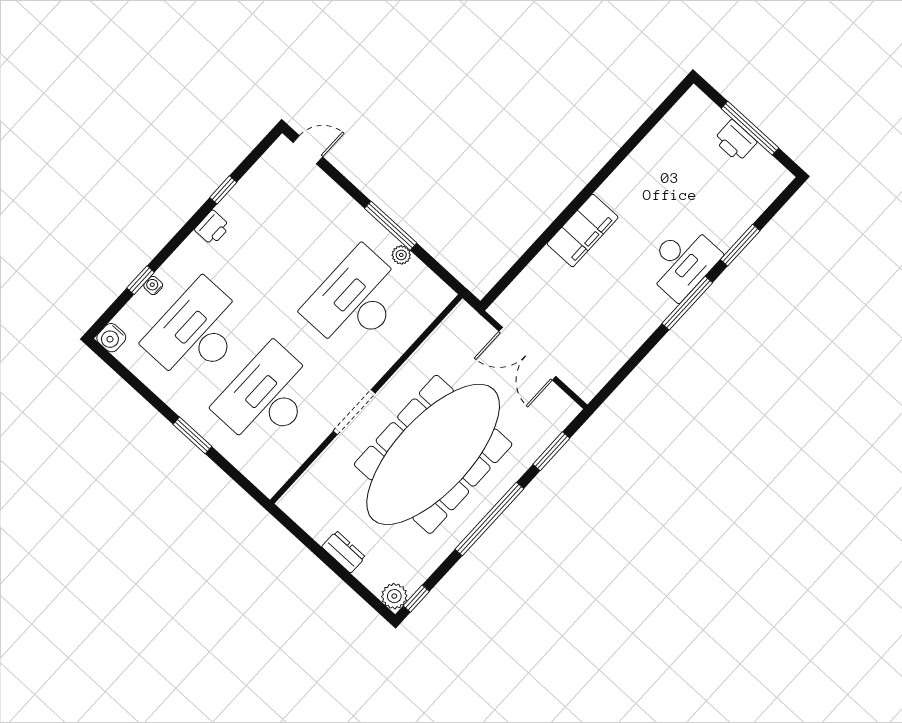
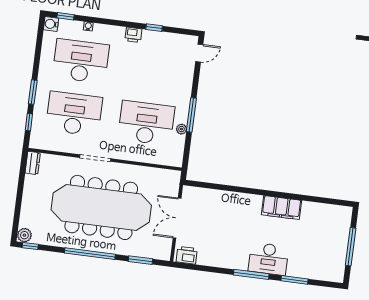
printer: (735, 141) -> (187, 255), moved, turned 90
door: (308, 150) -> (199, 53), hinge flipped
filing cabinet: (583, 230) -> (281, 208), moved
window: (141, 280) -> (65, 16), moved
window: (233, 472) -> (29, 122), added
dresser: (344, 552) -> (33, 163), moved

